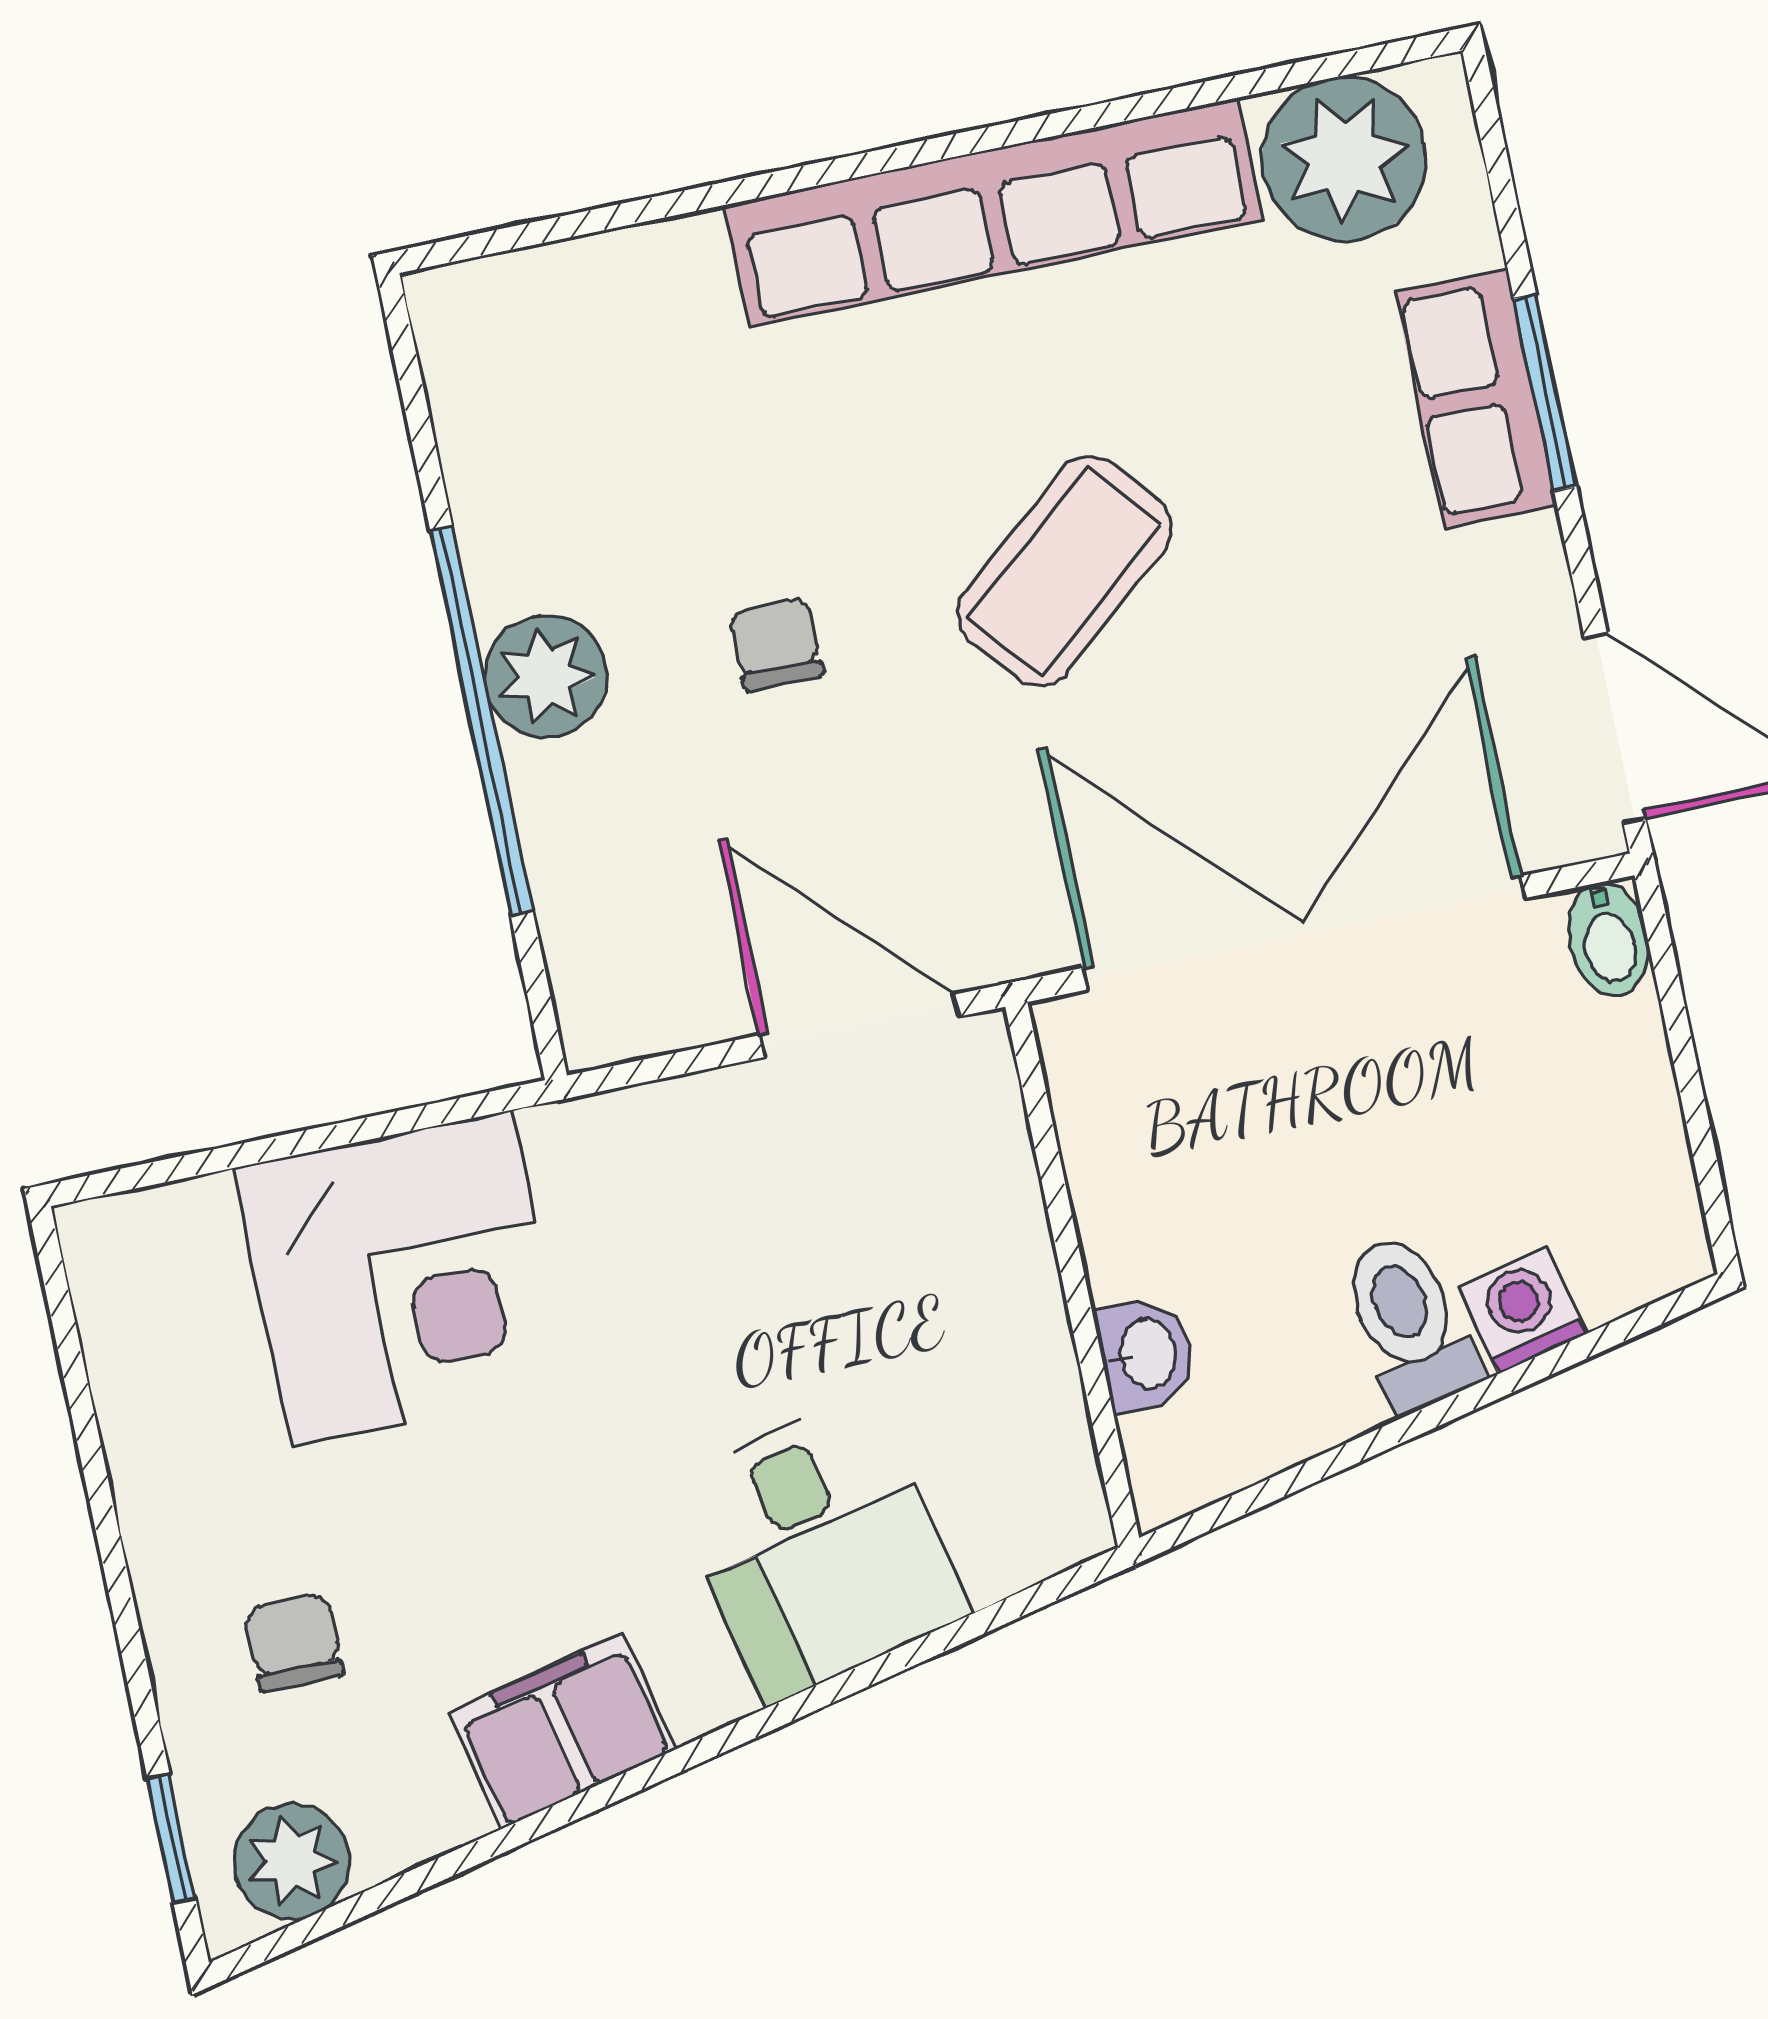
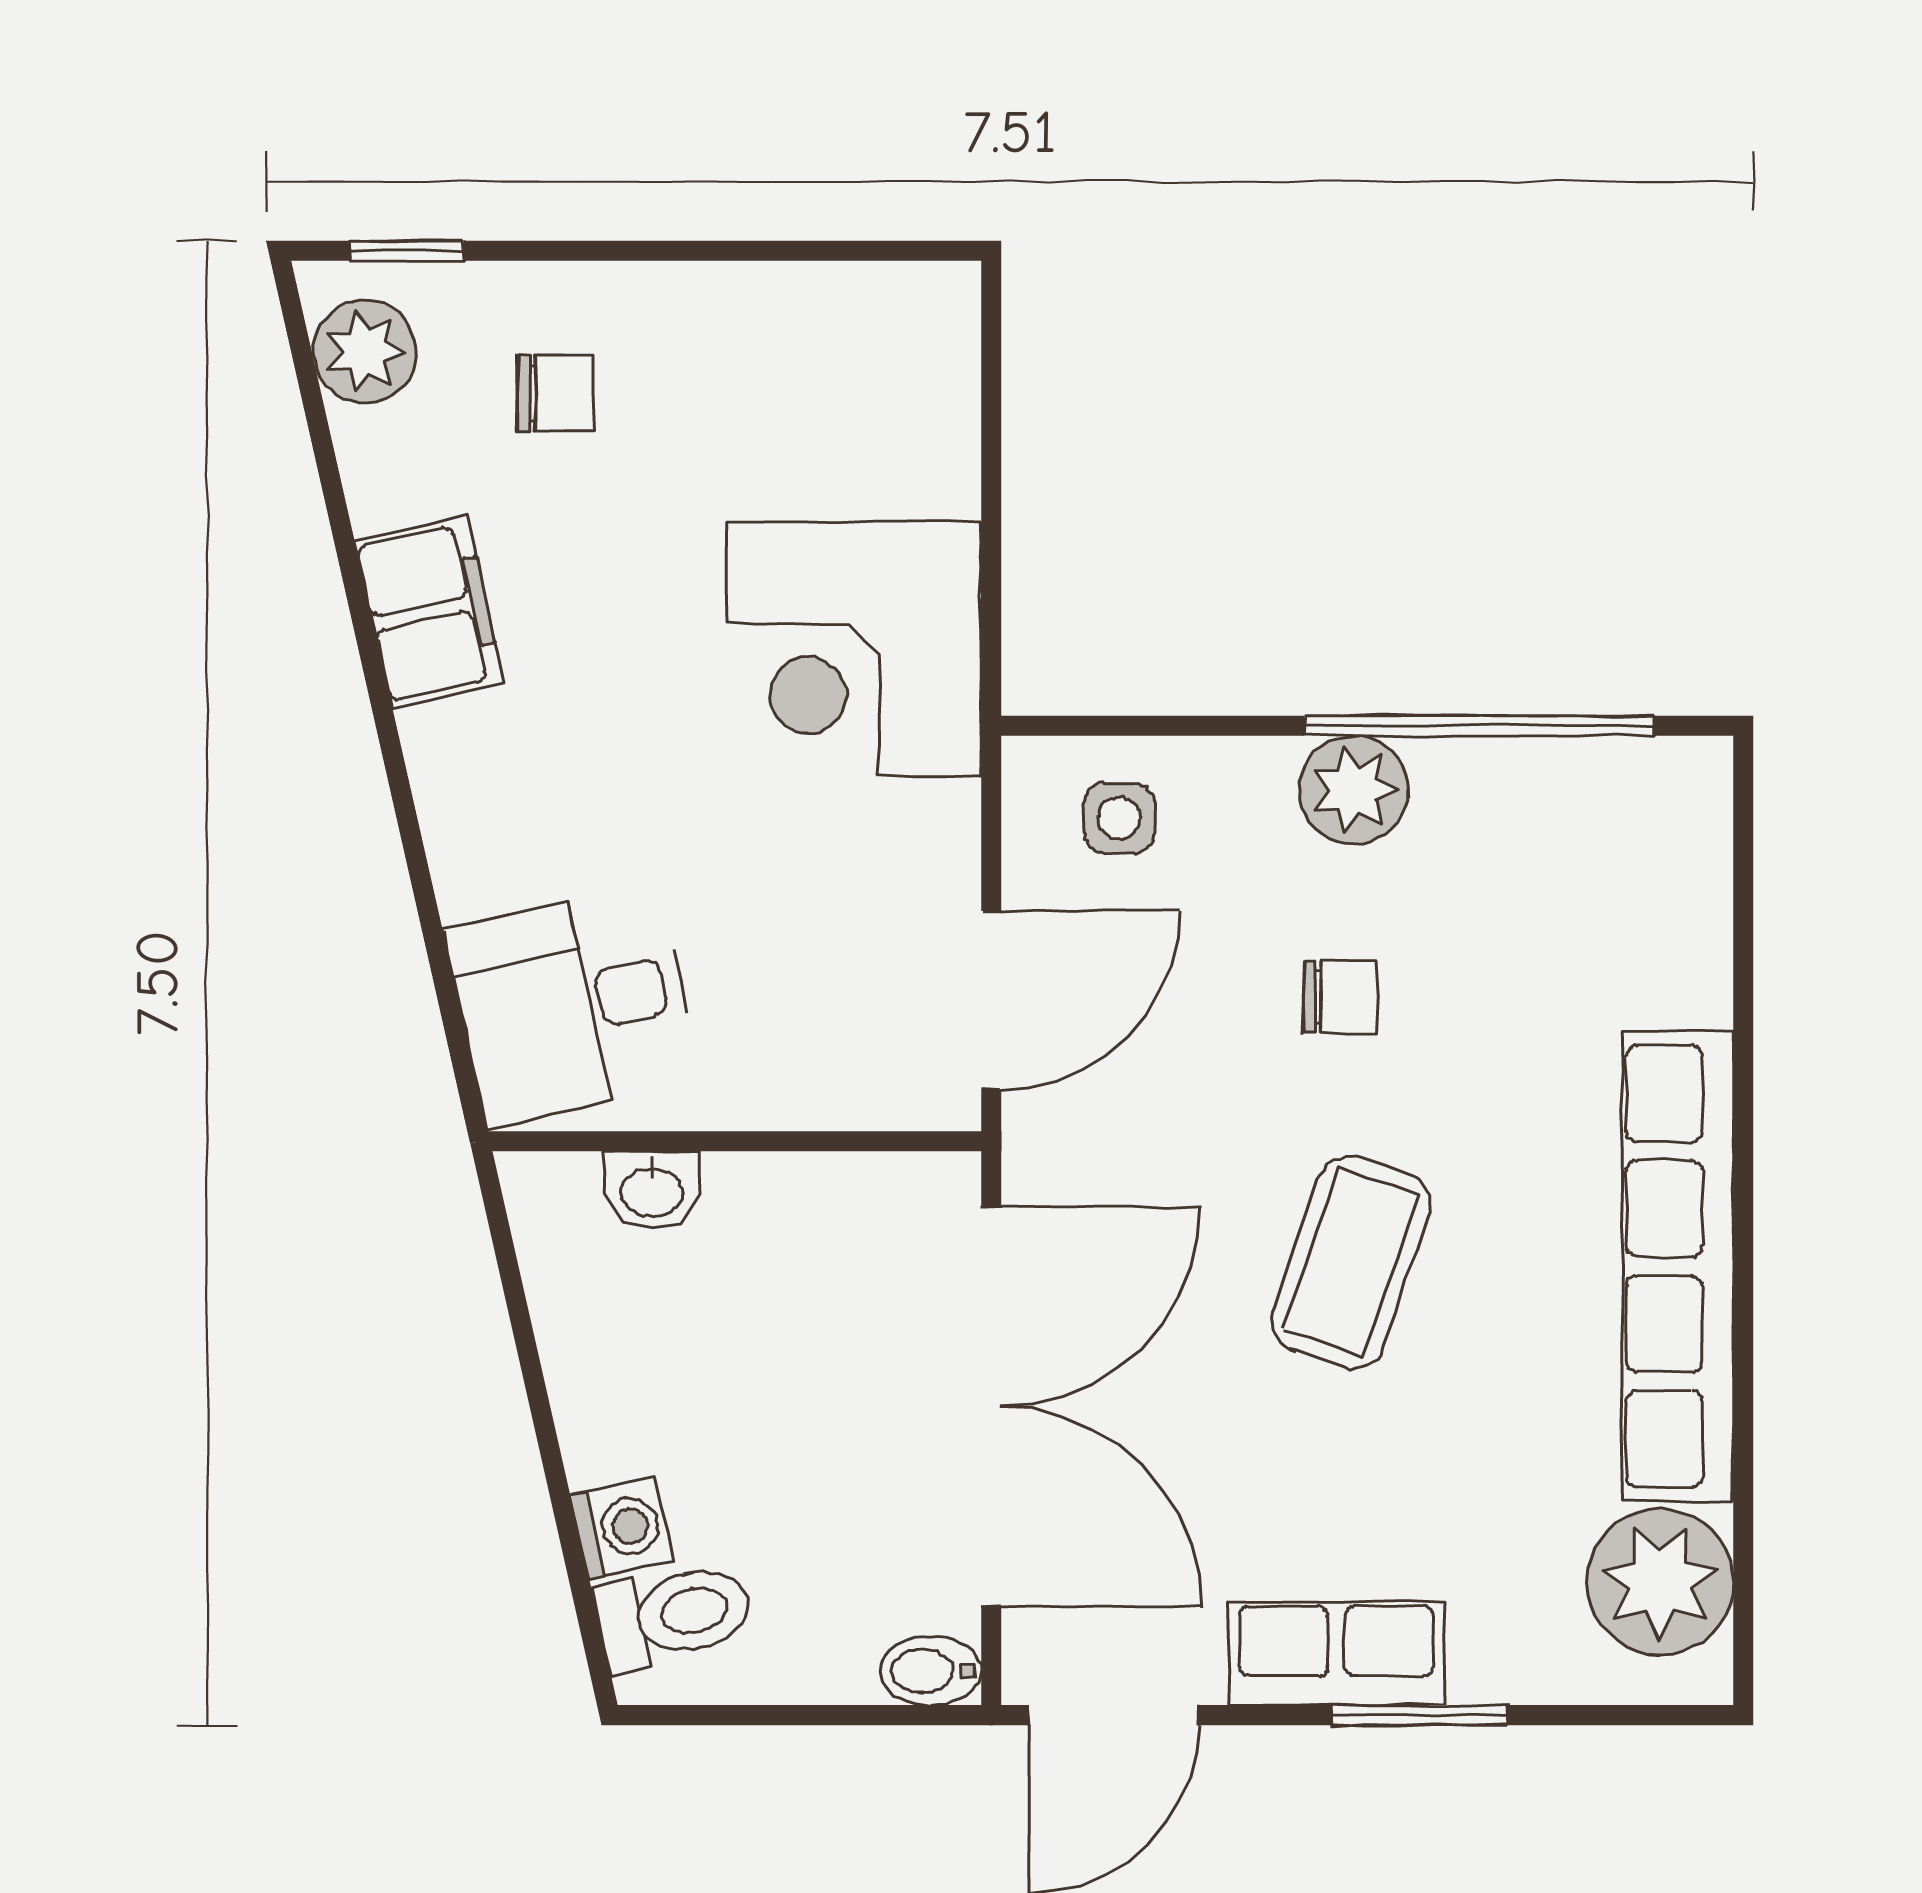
row of seats: (1476, 398) -> (1336, 1654), moved
coffee table: (1064, 571) -> (1351, 1262), turned 59
window: (481, 720) -> (1479, 726), moved
side table: (630, 927) -> (1119, 818), added
corner desk: (402, 1278) -> (854, 649), moved
toilet: (1409, 1323) -> (674, 1615), moved
desk: (819, 1549) -> (573, 1005), moved

